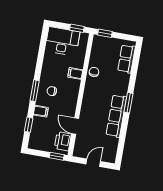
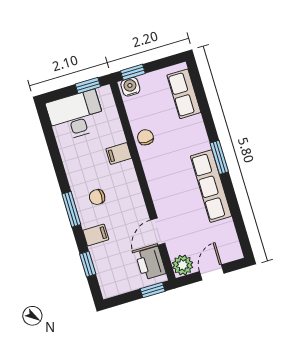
water cooler: (100, 41) -> (130, 87), added
door: (75, 126) -> (158, 232), hinge flipped
plant: (80, 151) -> (183, 265), added

